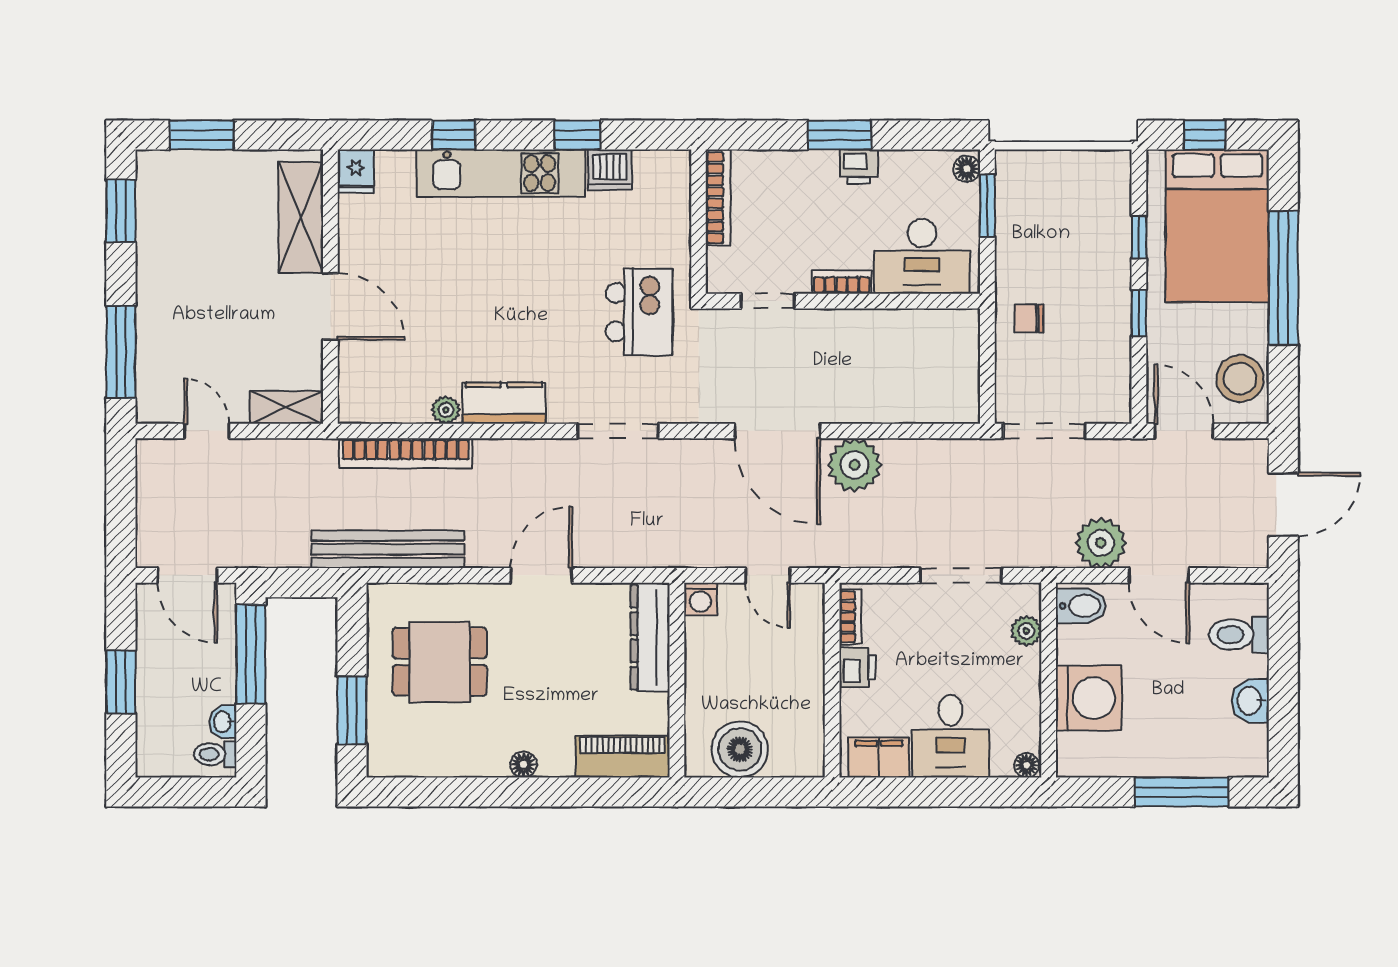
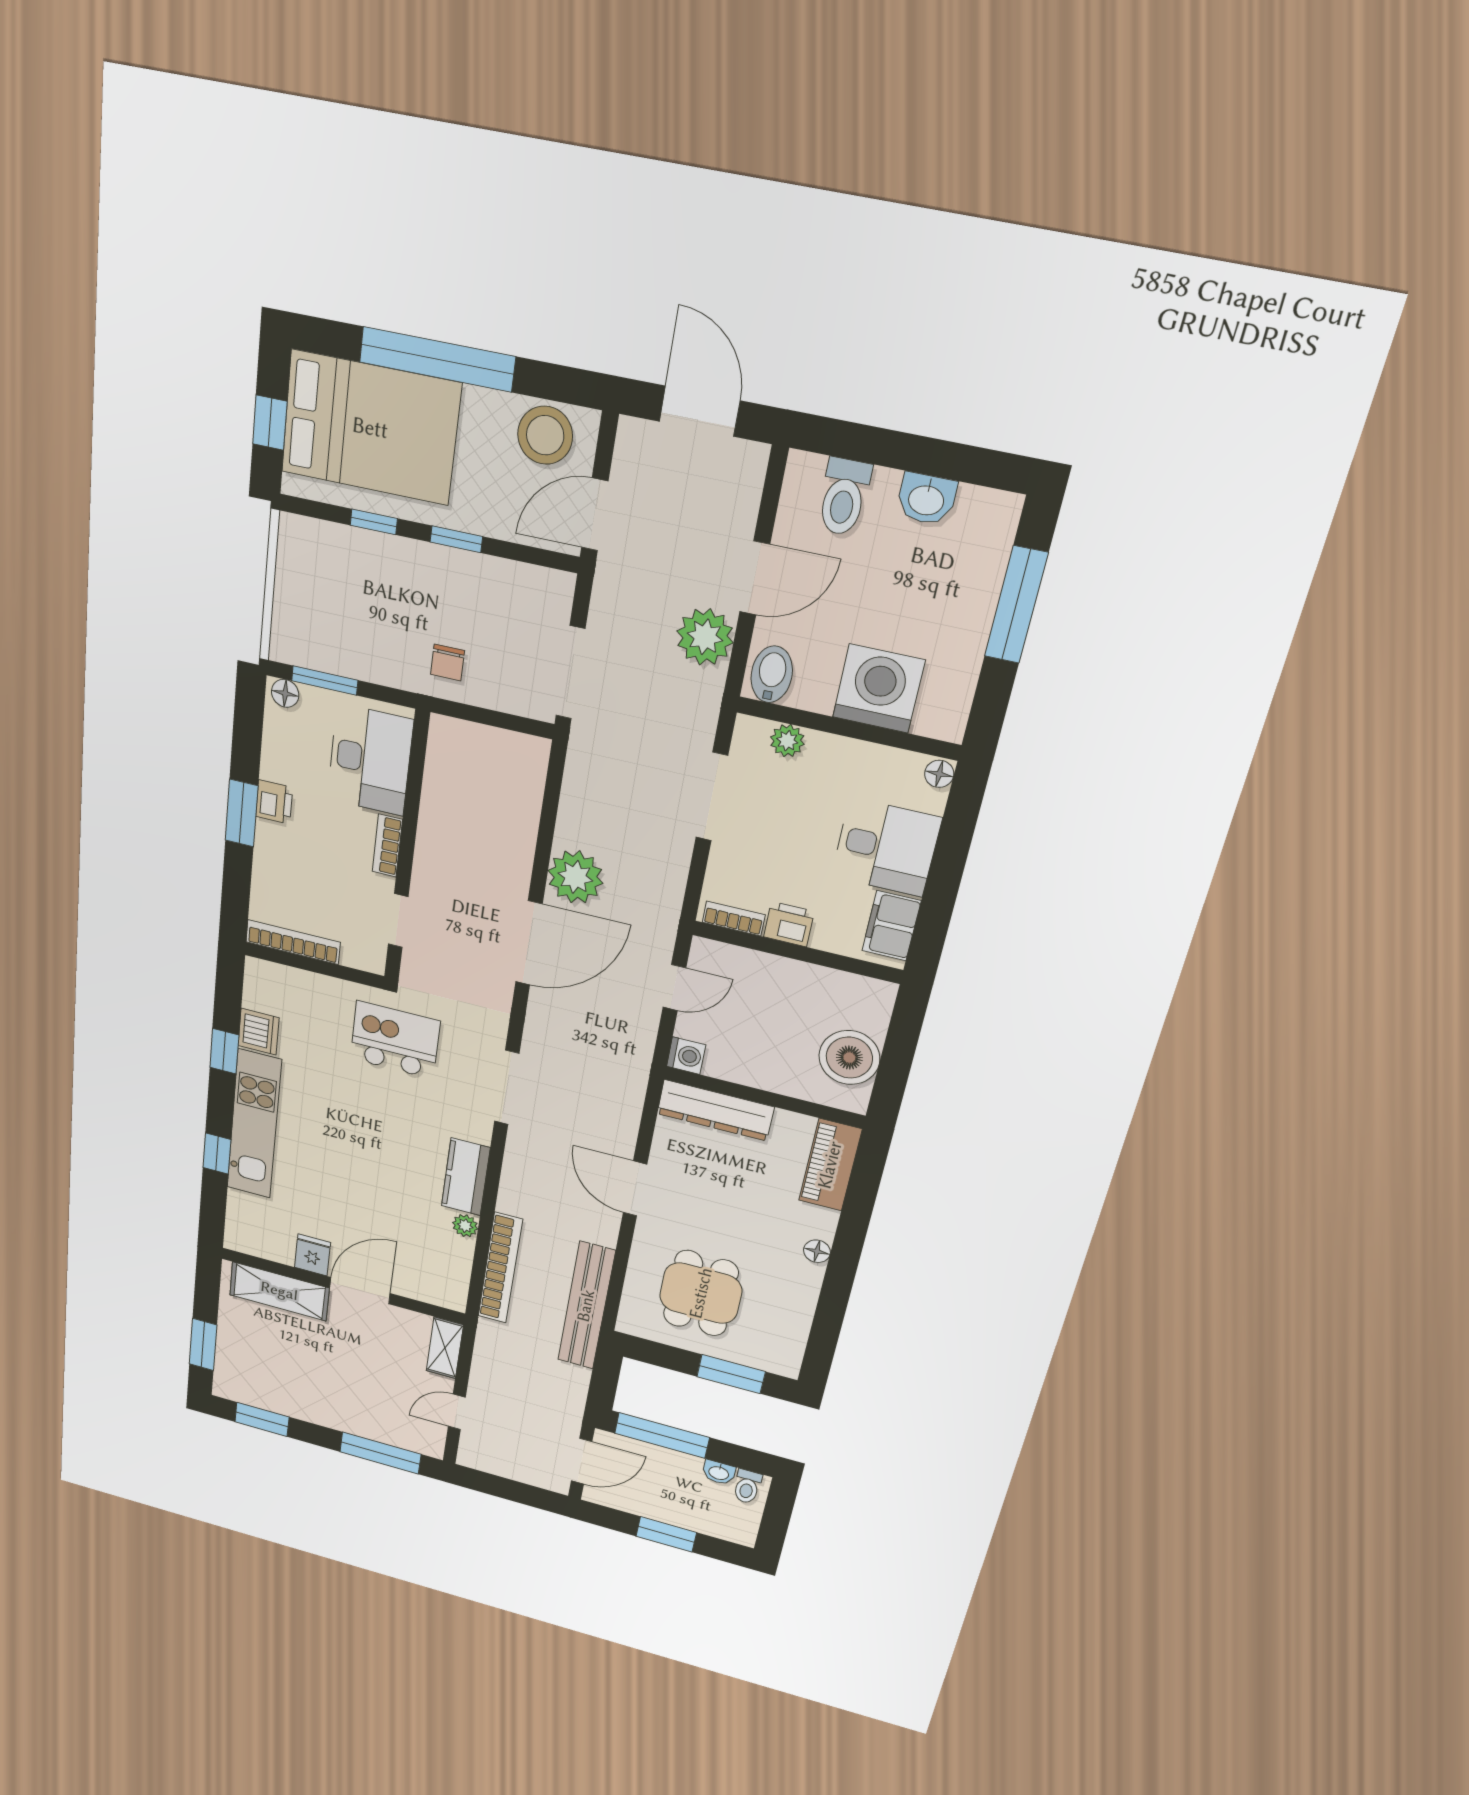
fridge: (356, 171) -> (313, 1255), moved, turned -90

